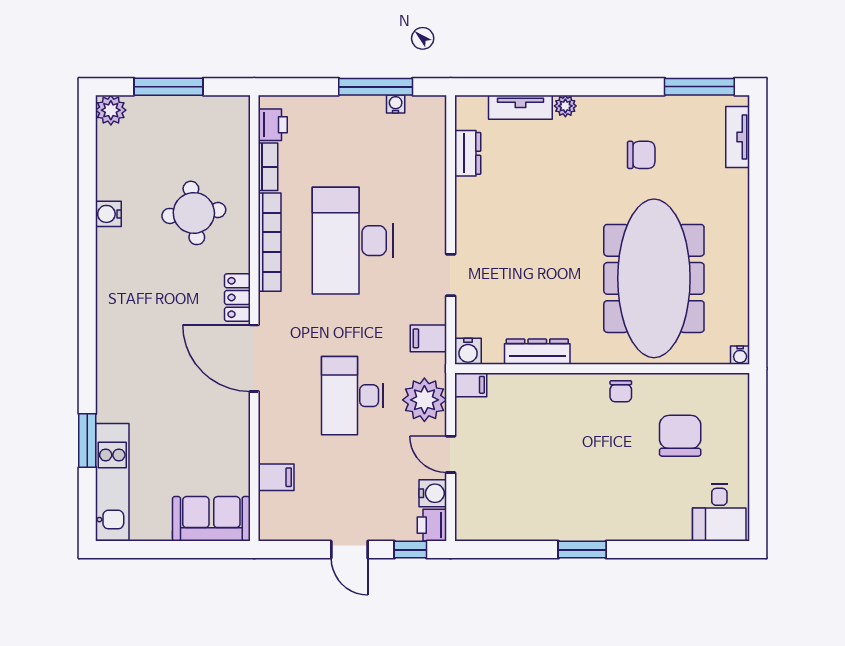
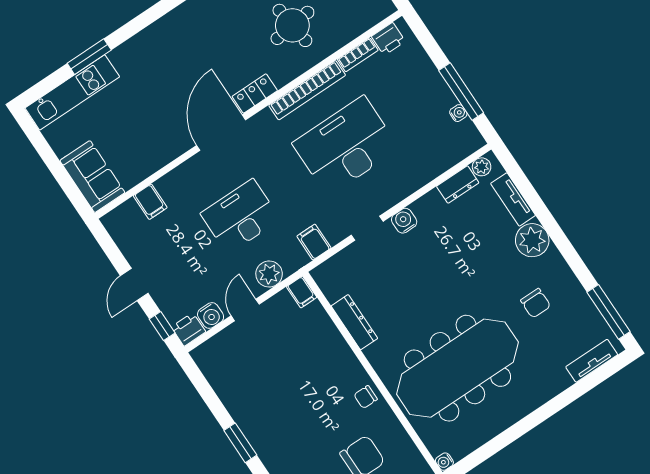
plant: (565, 106) -> (532, 240), width x1.88, depth x1.88
plant: (466, 117) -> (482, 167), added
water cooler: (468, 351) -> (404, 221), moved, turned 90
plant: (424, 400) -> (269, 274), width x0.73, depth x0.73

